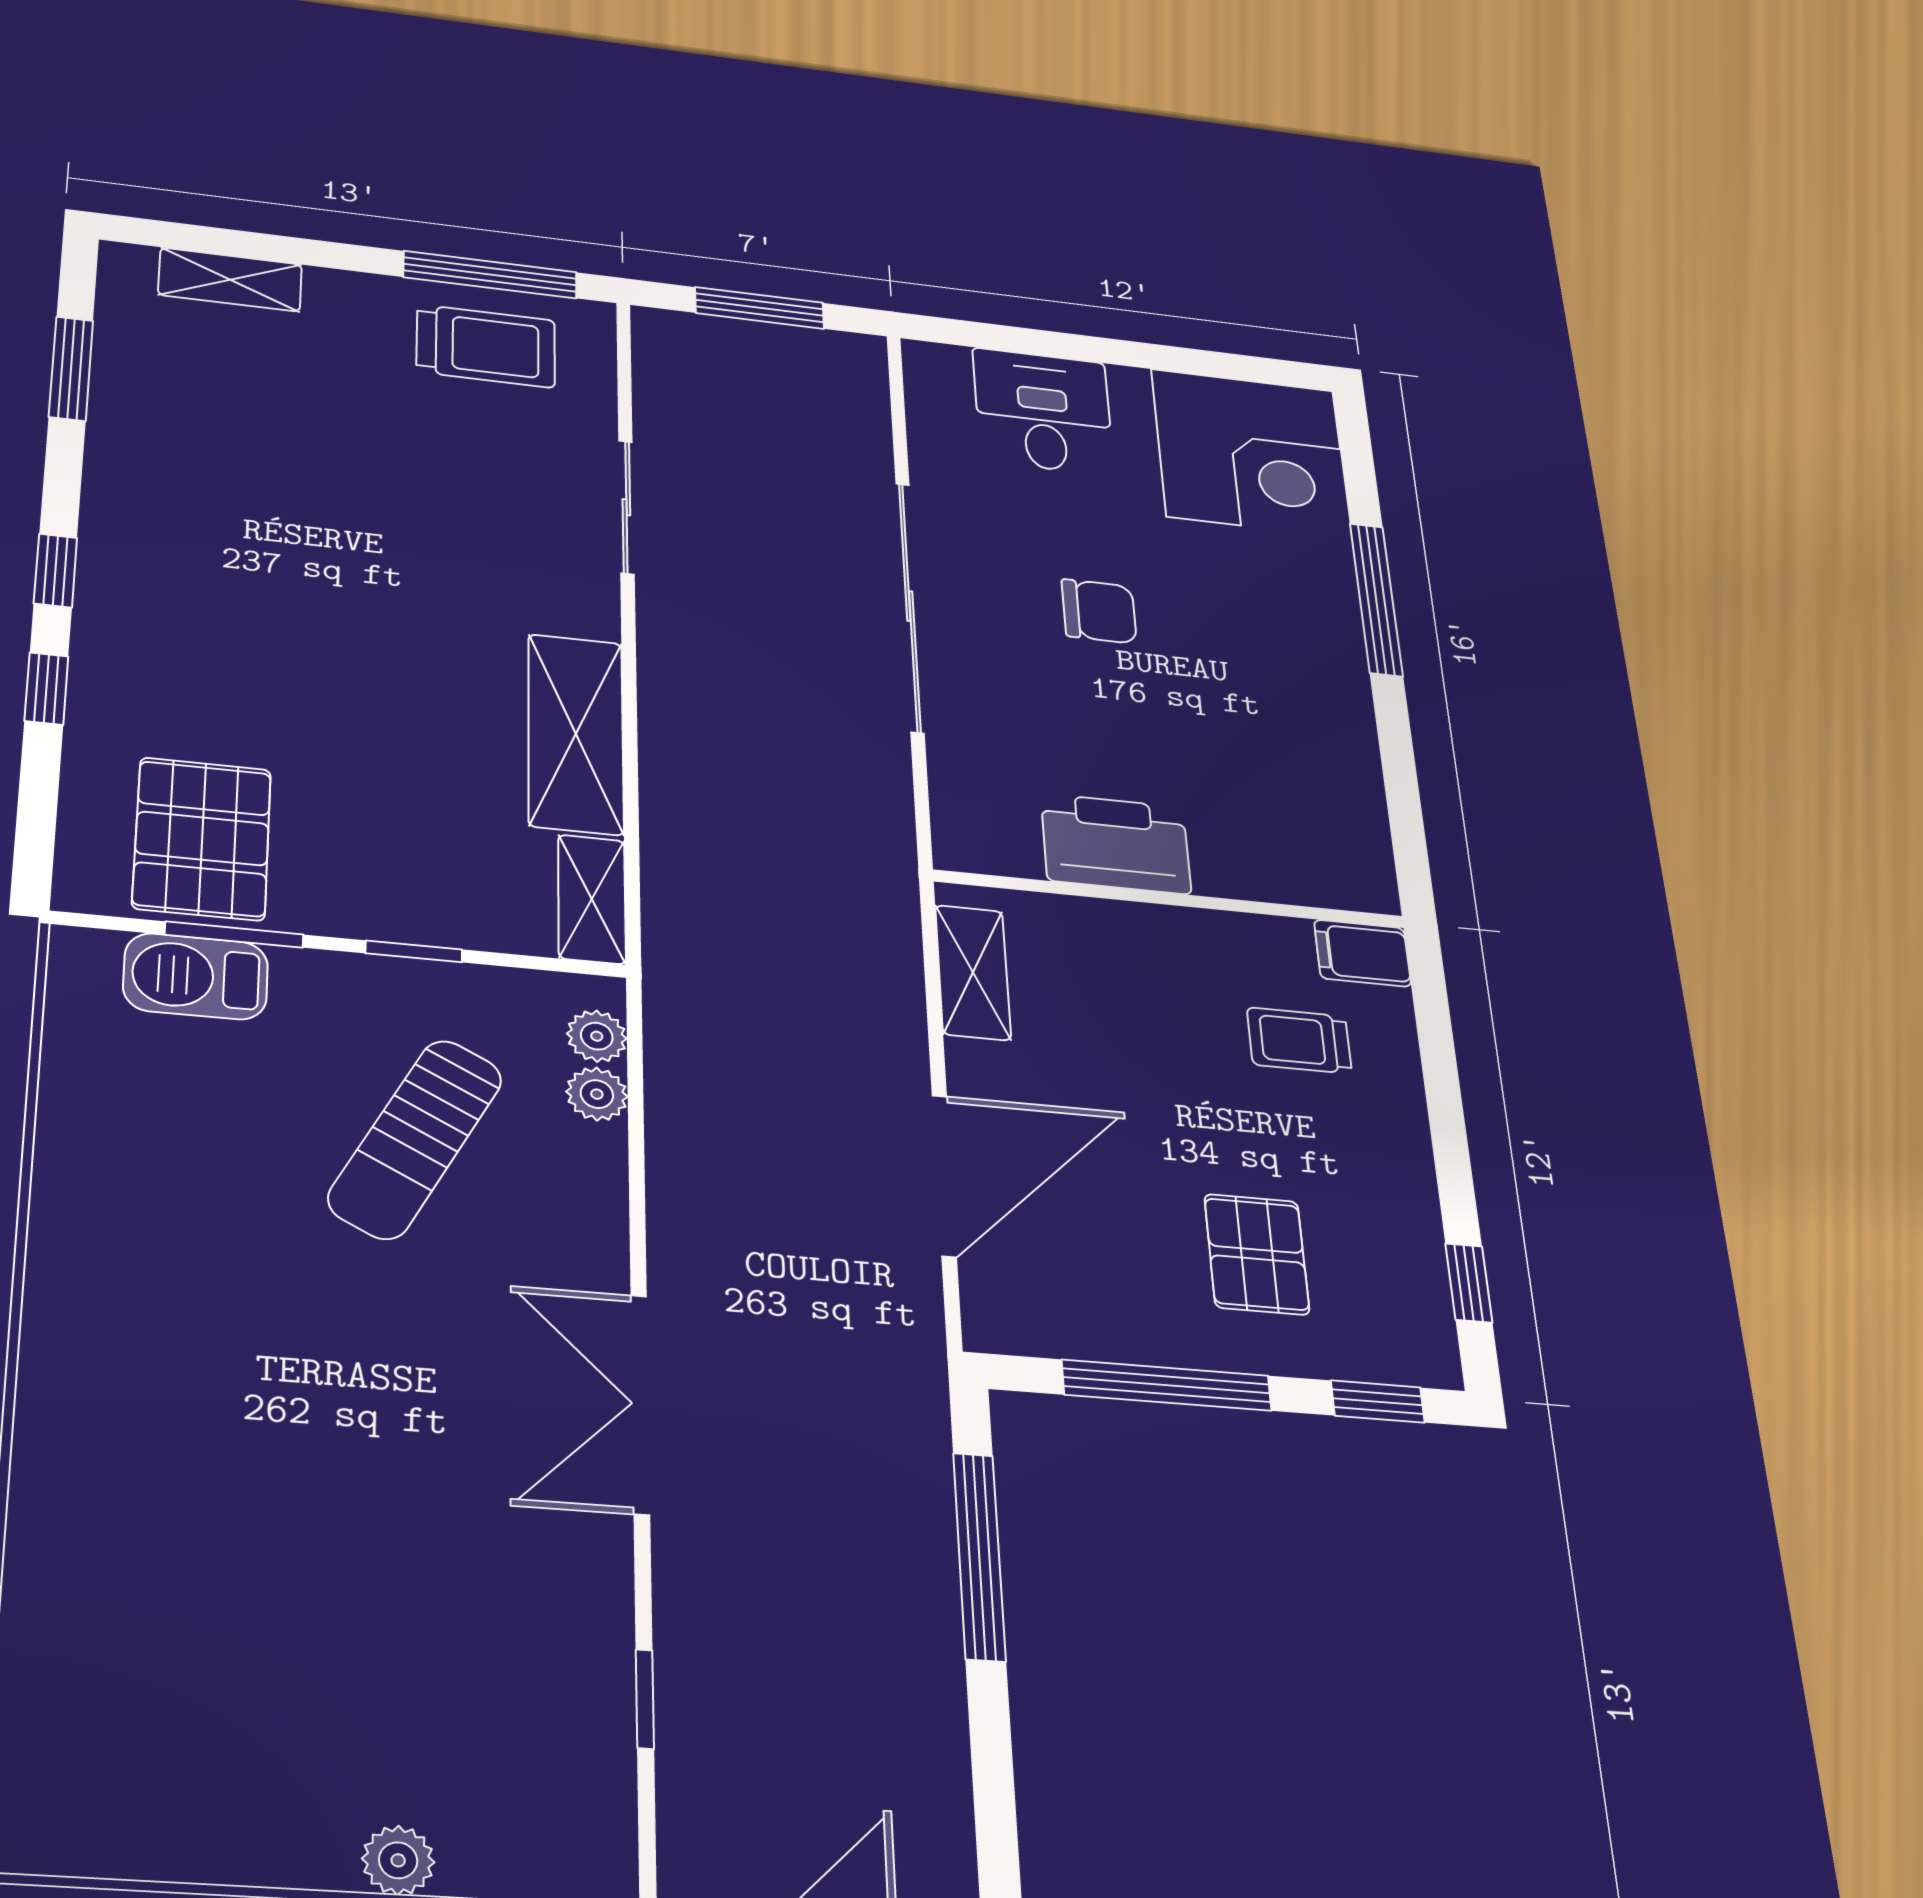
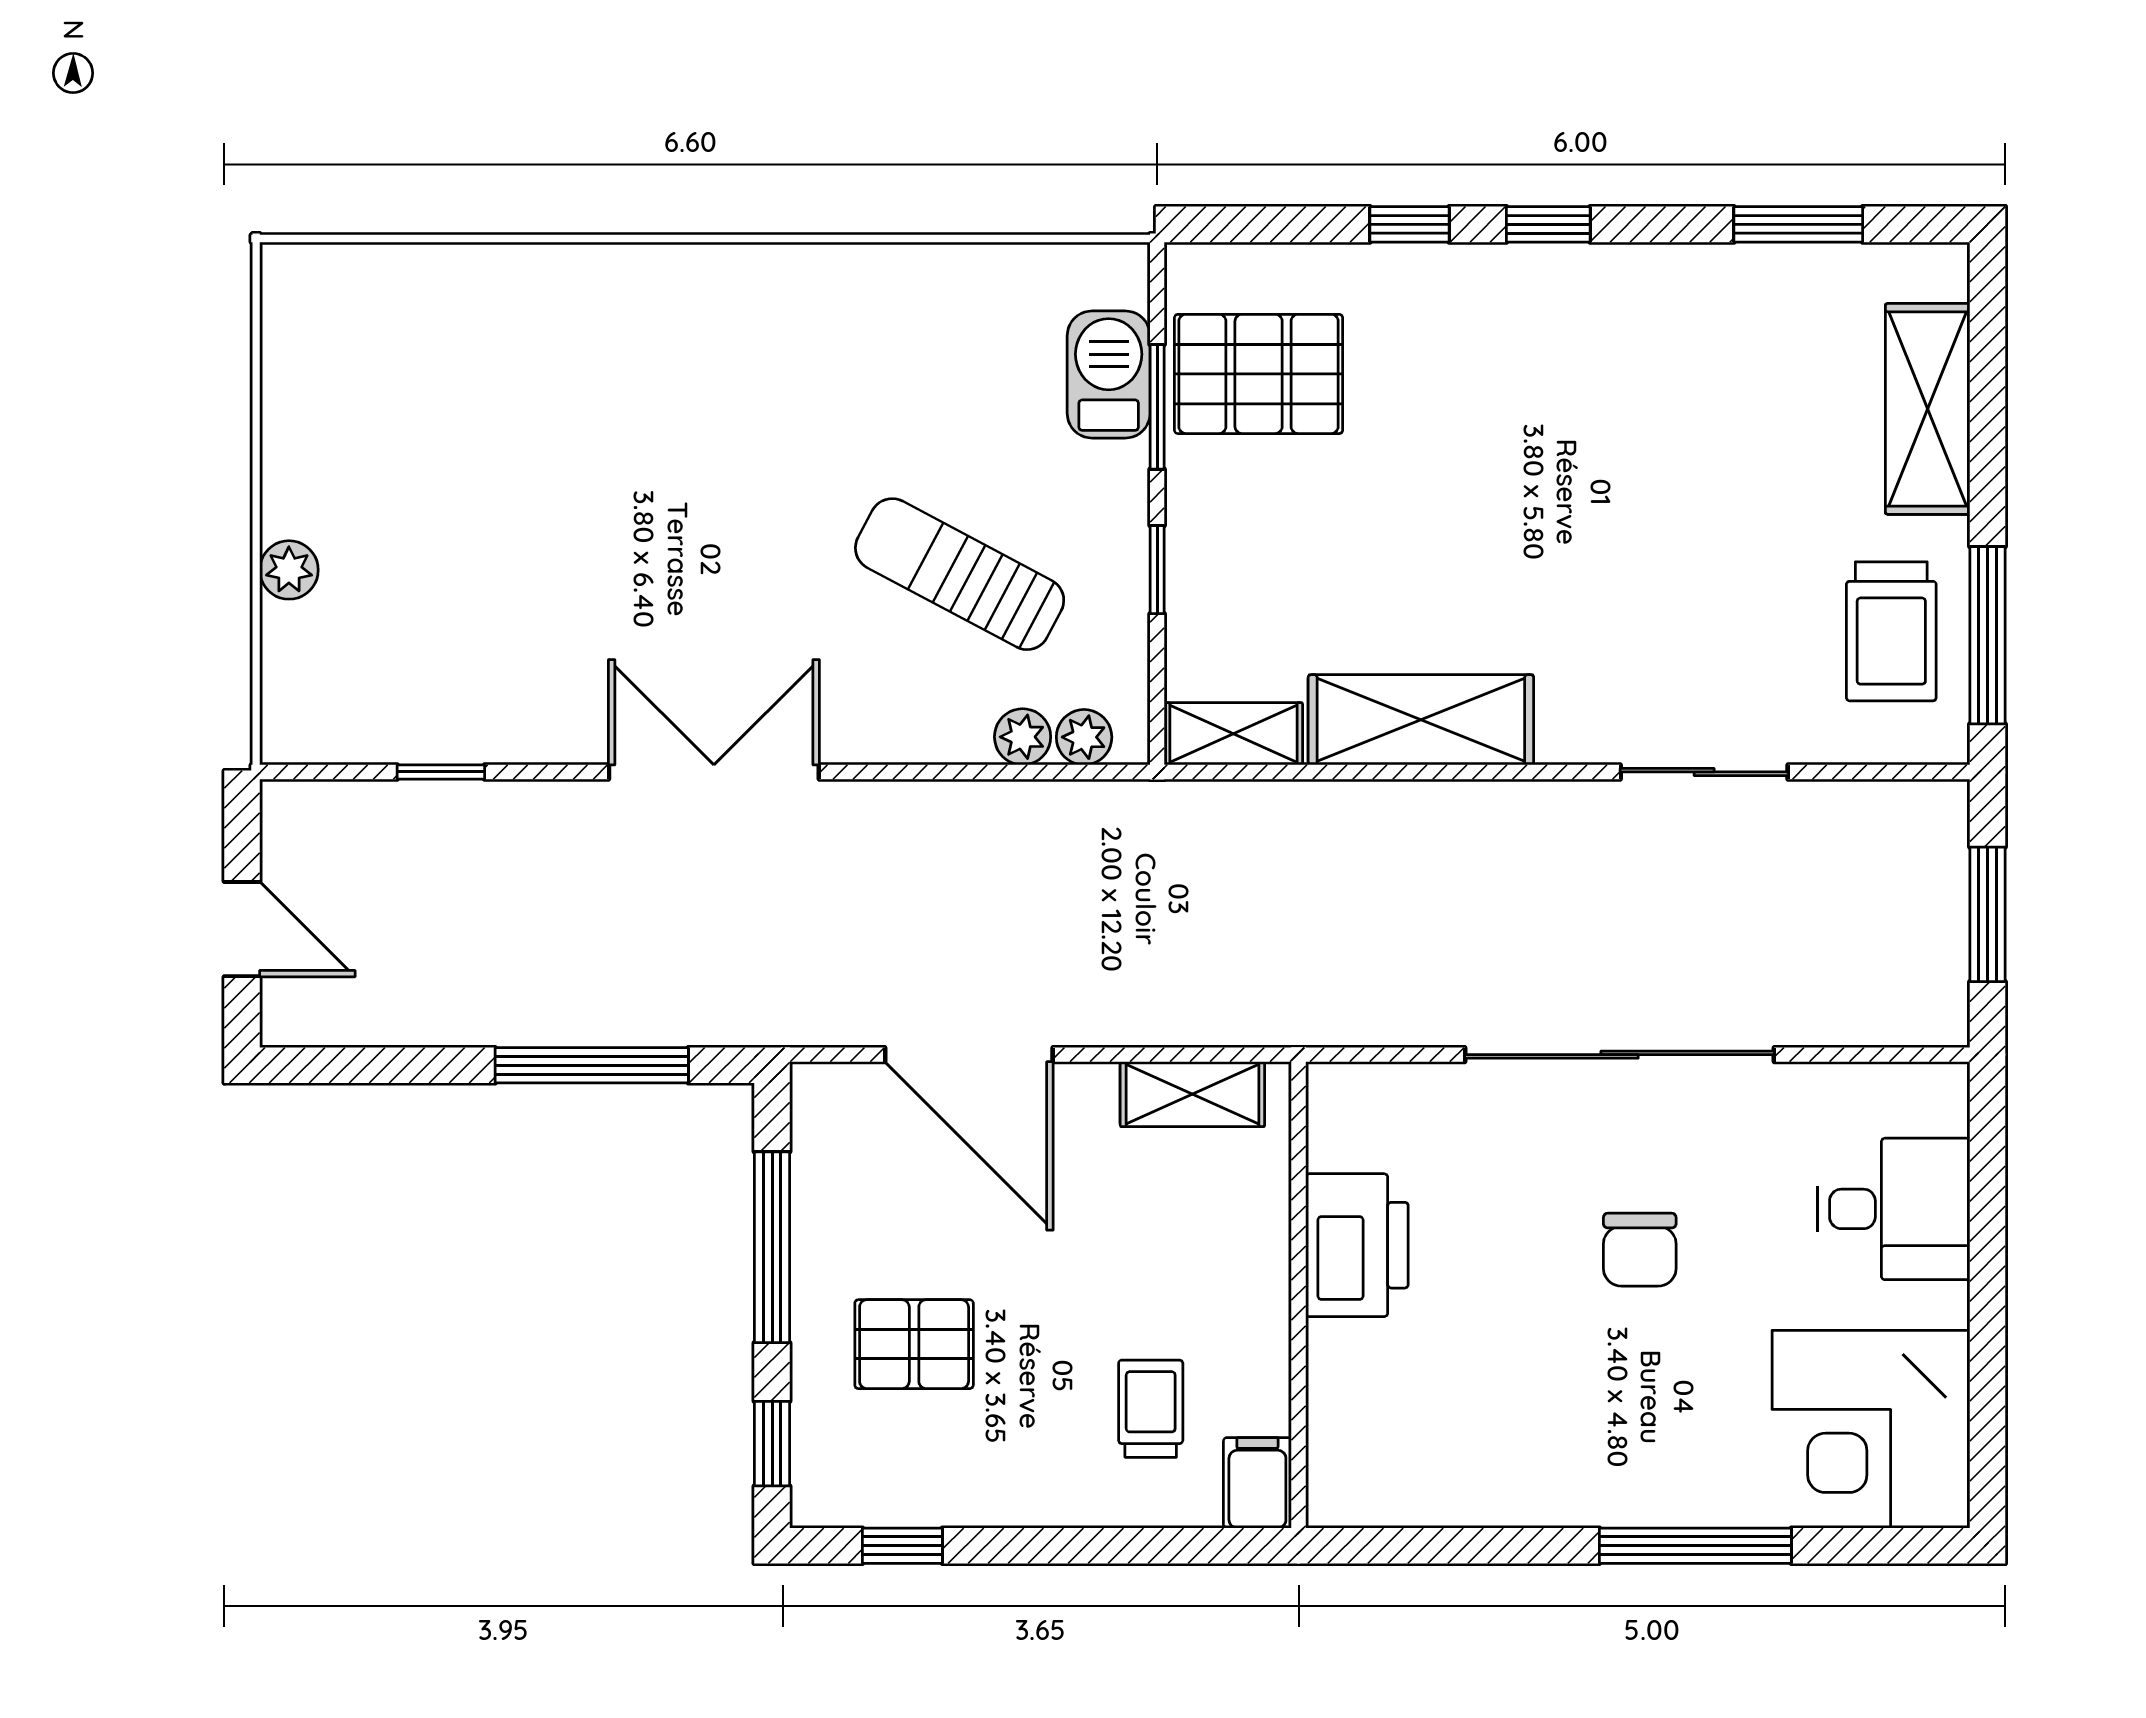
shelving: (230, 280) -> (1928, 409), width x1.50, depth x1.33

